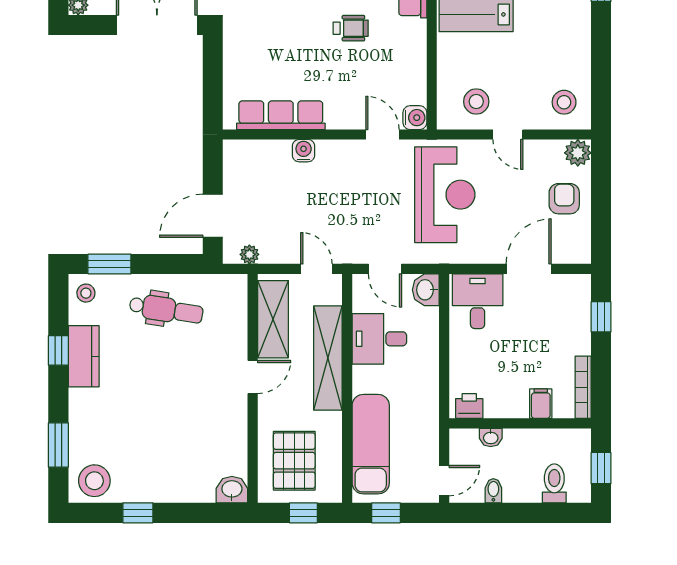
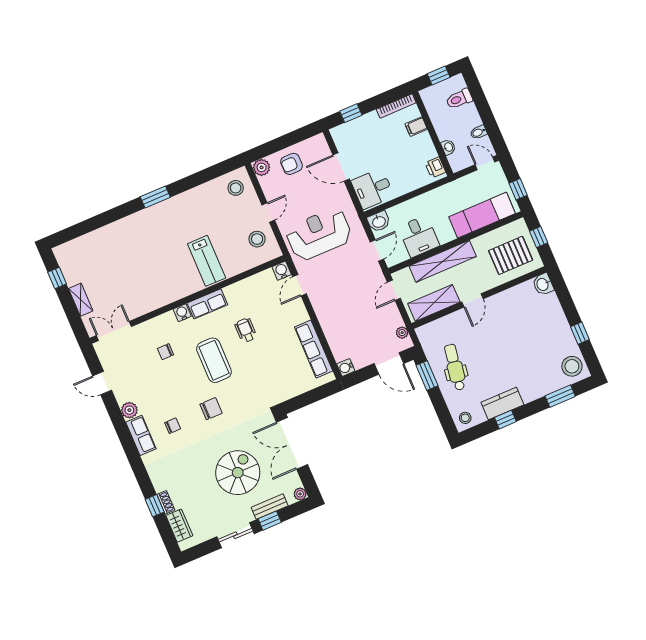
water cooler: (304, 151) -> (346, 367), moved
window: (109, 264) -> (427, 376), moved
door: (253, 377) -> (472, 300), swing flipped

